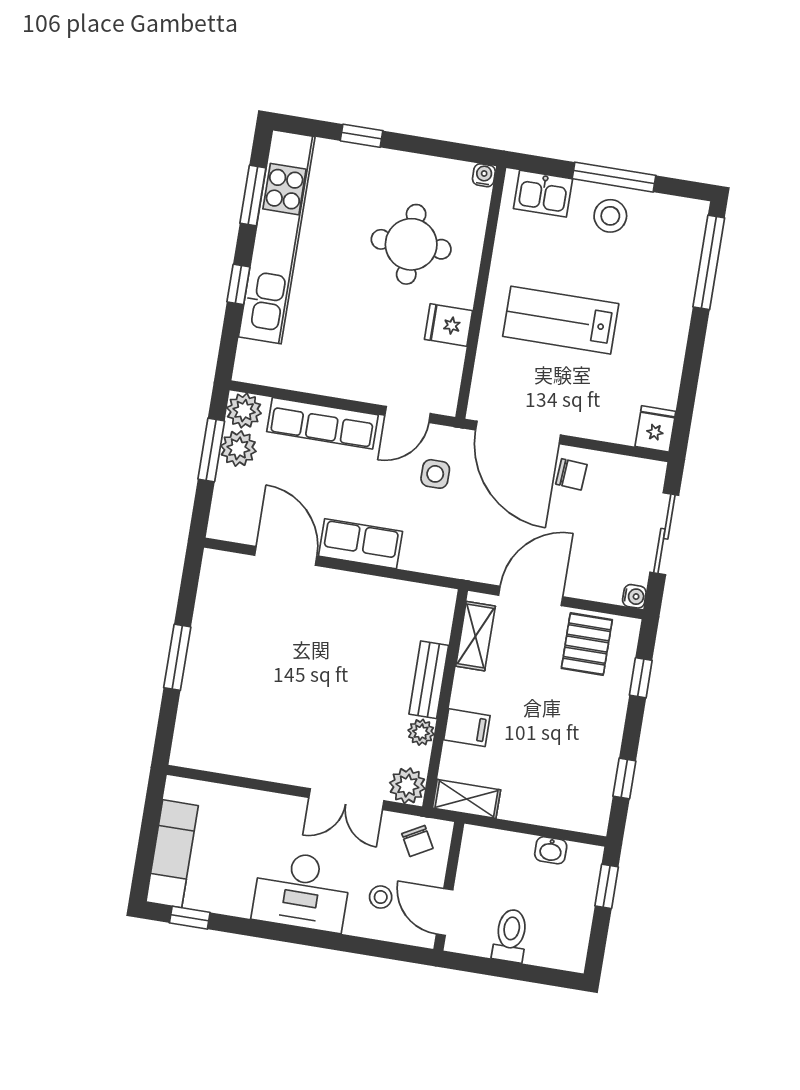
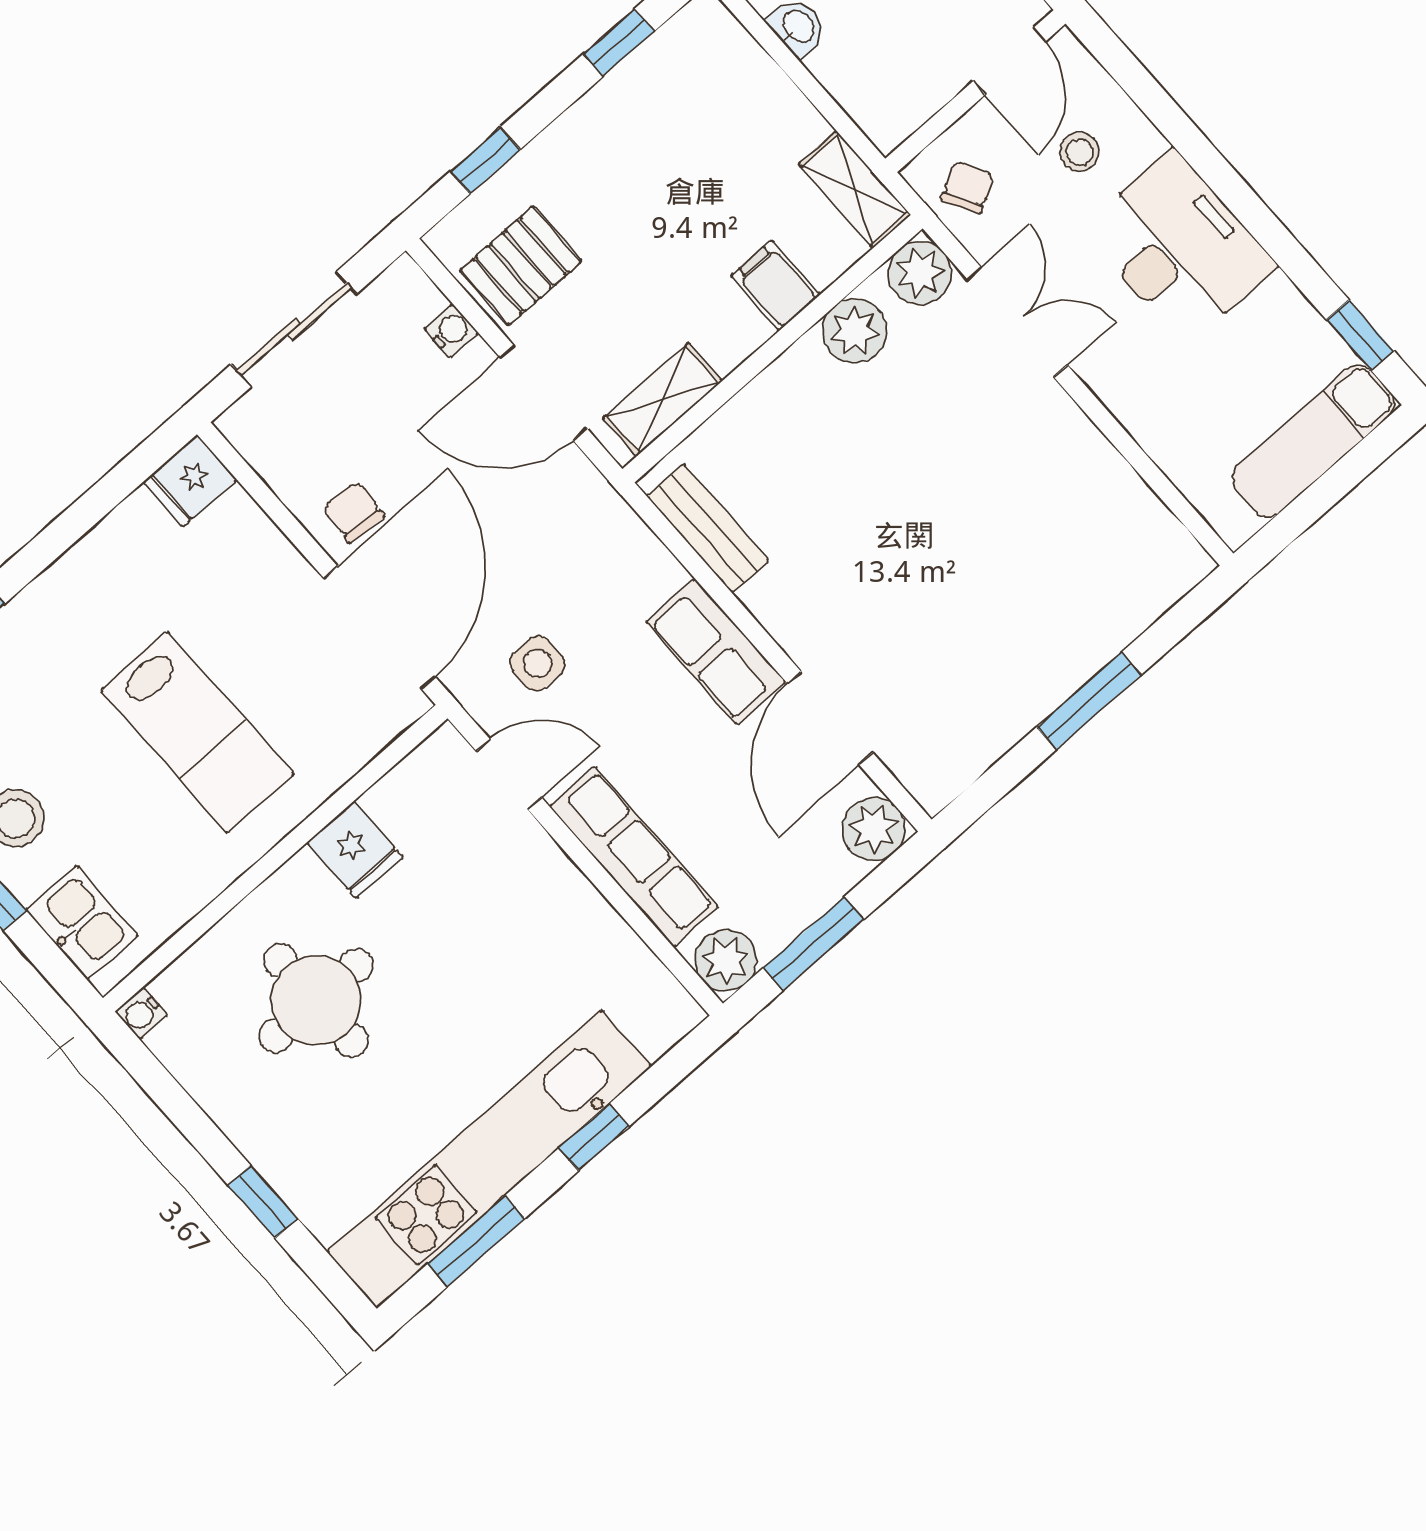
plant: (238, 448) -> (874, 829), moved
water cooler: (634, 596) -> (451, 331), moved, turned 90
bench: (429, 680) -> (708, 528), moved, turned 90
plant: (421, 732) -> (855, 331), width x1.38, depth x1.38

